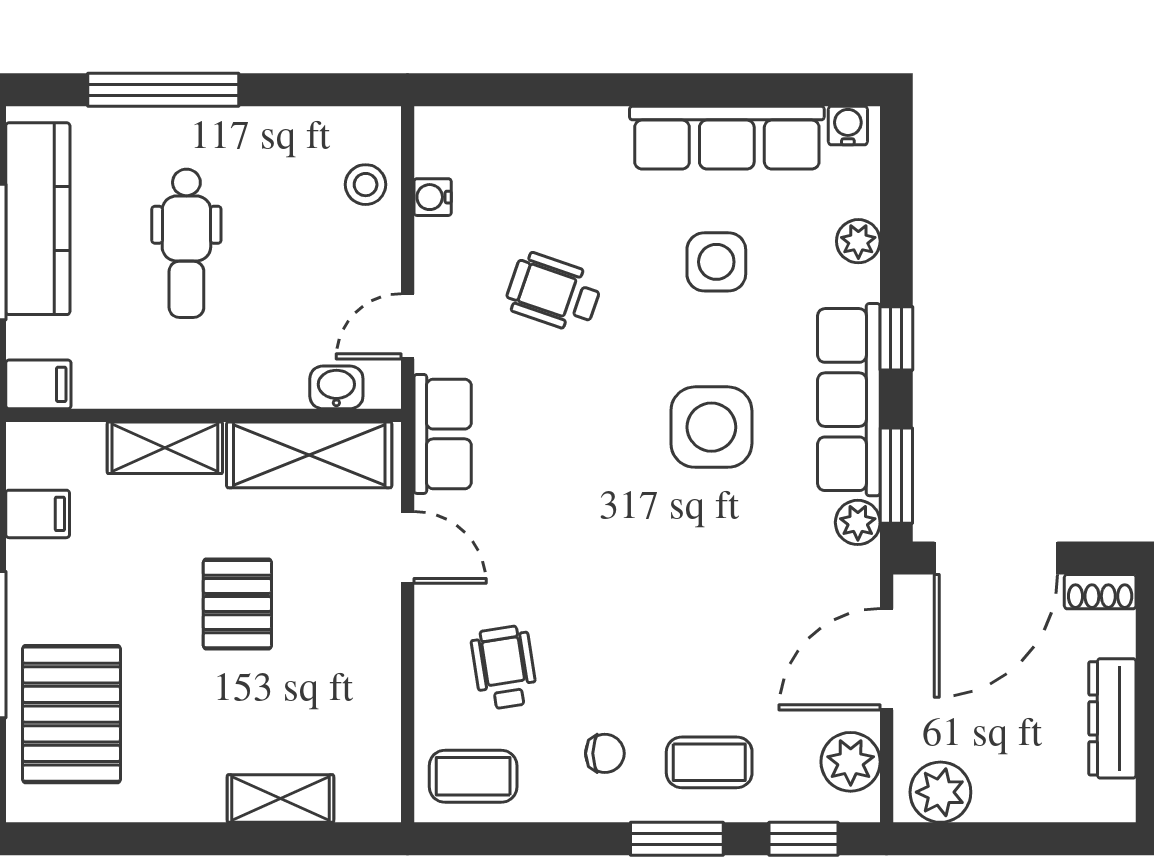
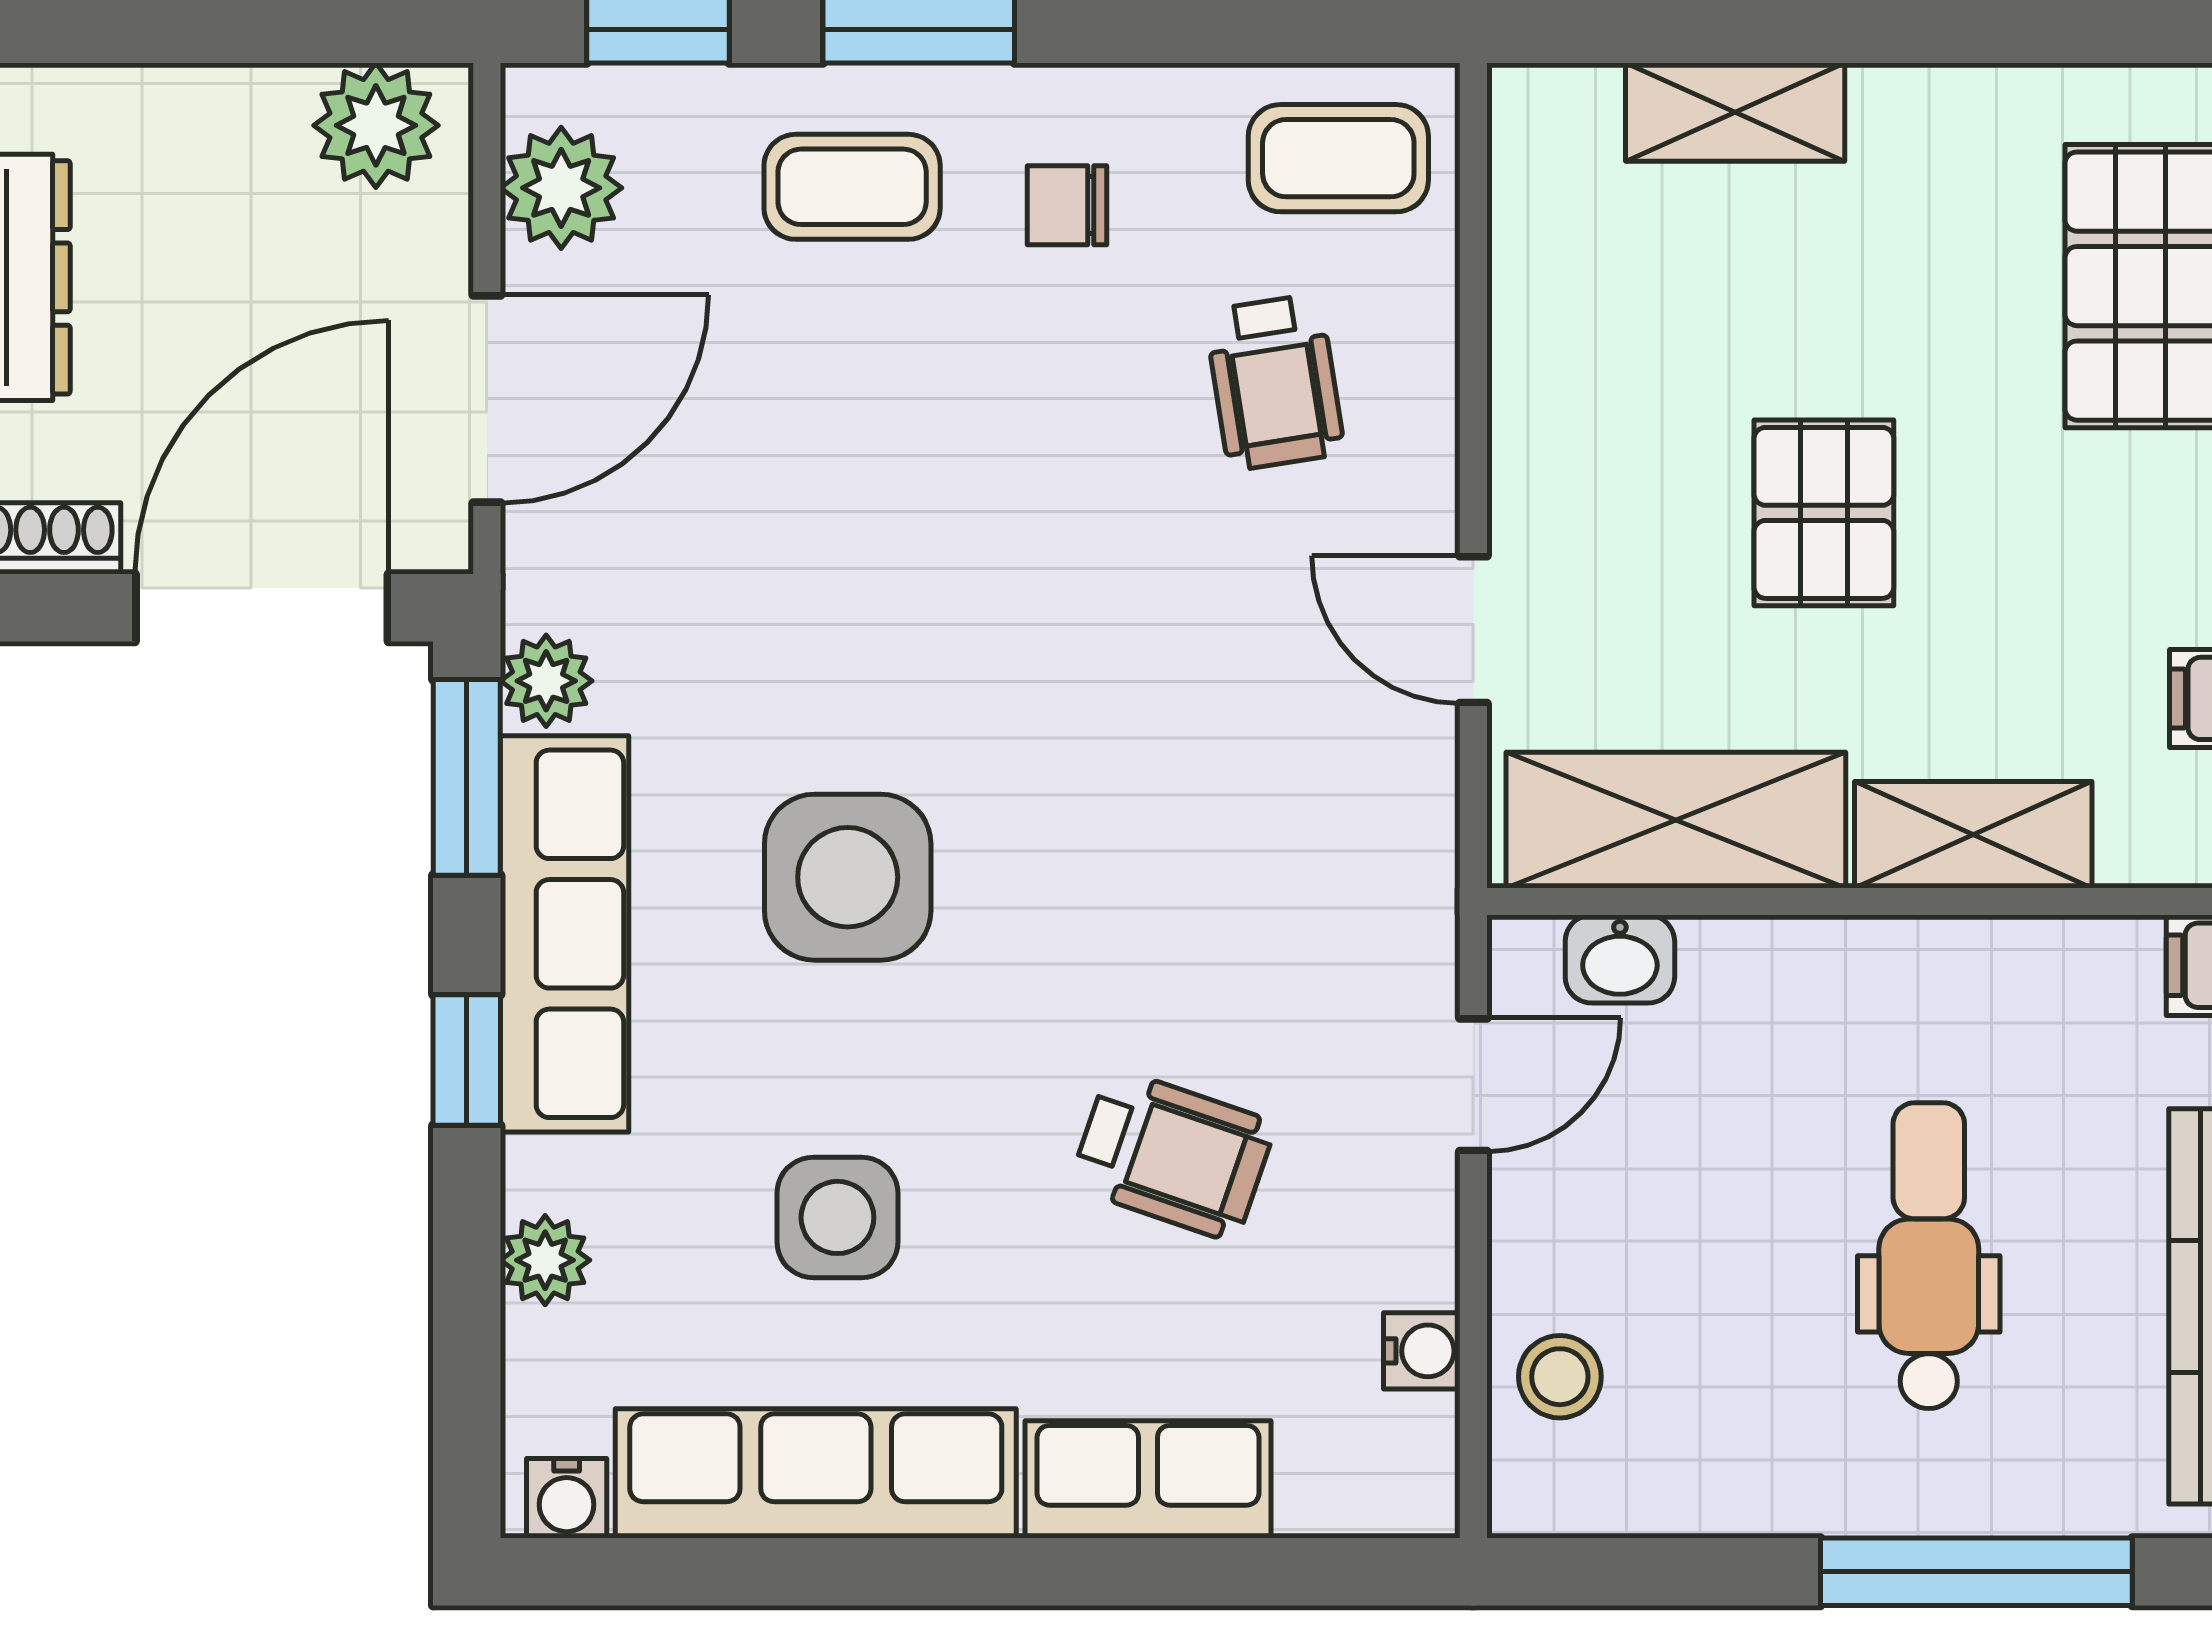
row of seats: (443, 434) -> (1148, 1479), moved, turned 90

